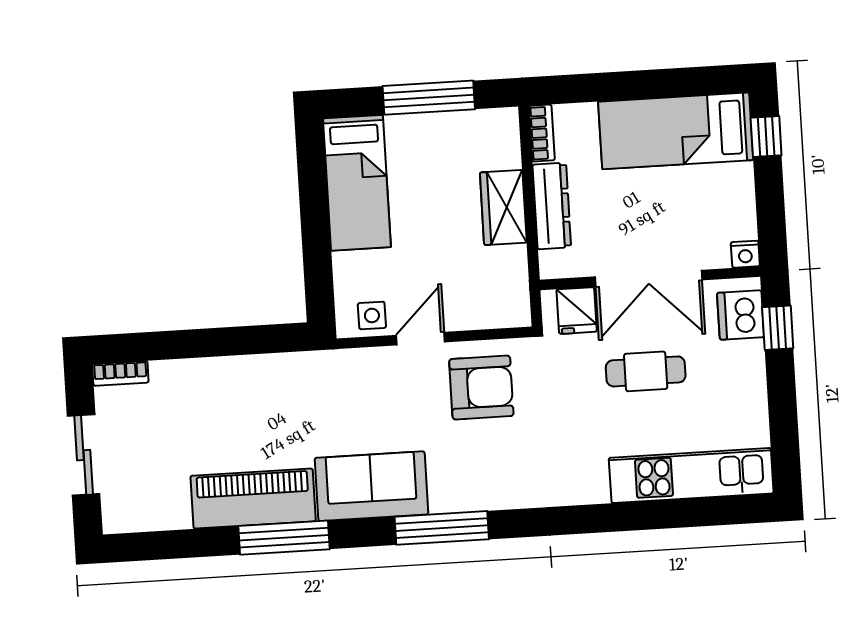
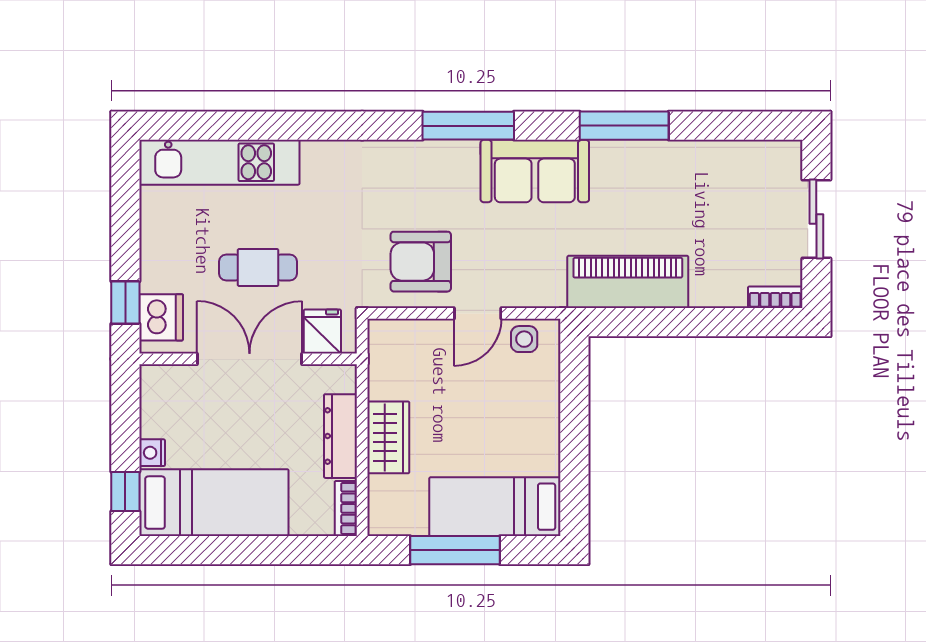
bed: (357, 183) -> (495, 507), moved, turned -90
nightstand: (745, 254) -> (152, 453), moved, turned -90
piano: (253, 499) -> (628, 282), moved, turned 180

